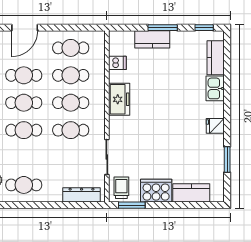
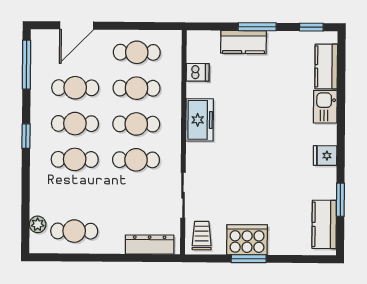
kitchen counter: (191, 193) -> (324, 224), moved, turned -90
window: (132, 205) -> (249, 259), moved

